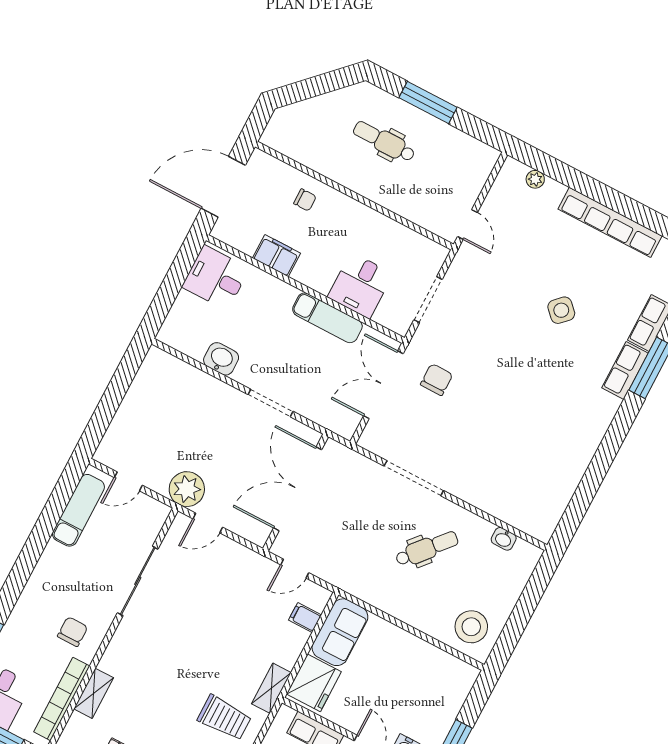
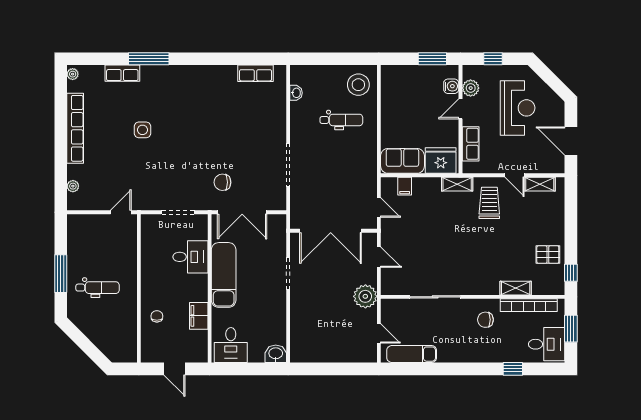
dental chair: (384, 141) -> (98, 288), turned -90
door: (223, 187) -> (175, 369), width x0.53
side table: (561, 310) -> (142, 130), turned 45
exam couch: (327, 318) -> (224, 275), width x1.36, depth x1.45
washbasin: (221, 359) -> (276, 354), moved, turned 90
row of seats: (625, 371) -> (256, 73), moved
door: (208, 523) -> (379, 257), moved
dental chair: (427, 549) -> (341, 120), moved, turned 139

